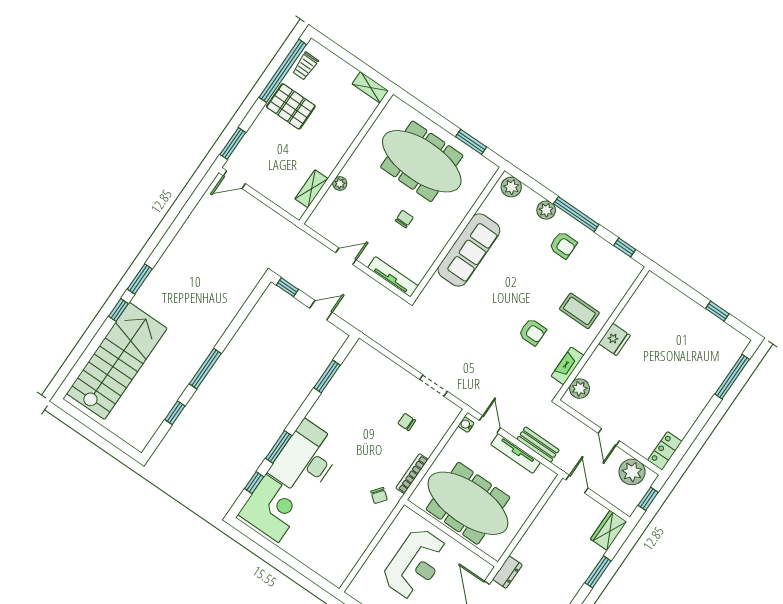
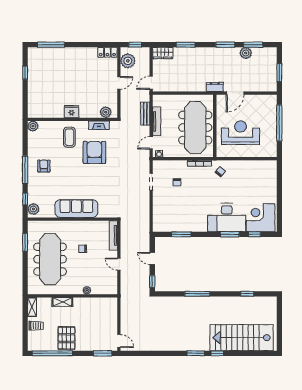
trolley: (305, 66) -> (36, 326), moved
shelving: (311, 189) -> (62, 302), moved
plant: (546, 210) -> (33, 126), moved
window: (625, 247) -> (25, 199), moved
armchair: (532, 332) -> (94, 152), width x1.88, depth x1.88
window: (205, 369) -> (197, 294), moved

